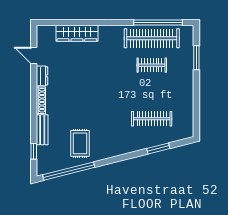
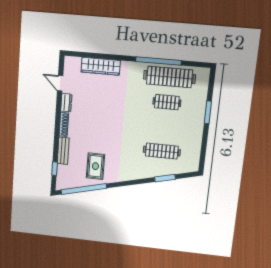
window: (158, 23) -> (158, 61), moved
window: (196, 58) -> (208, 112), moved

